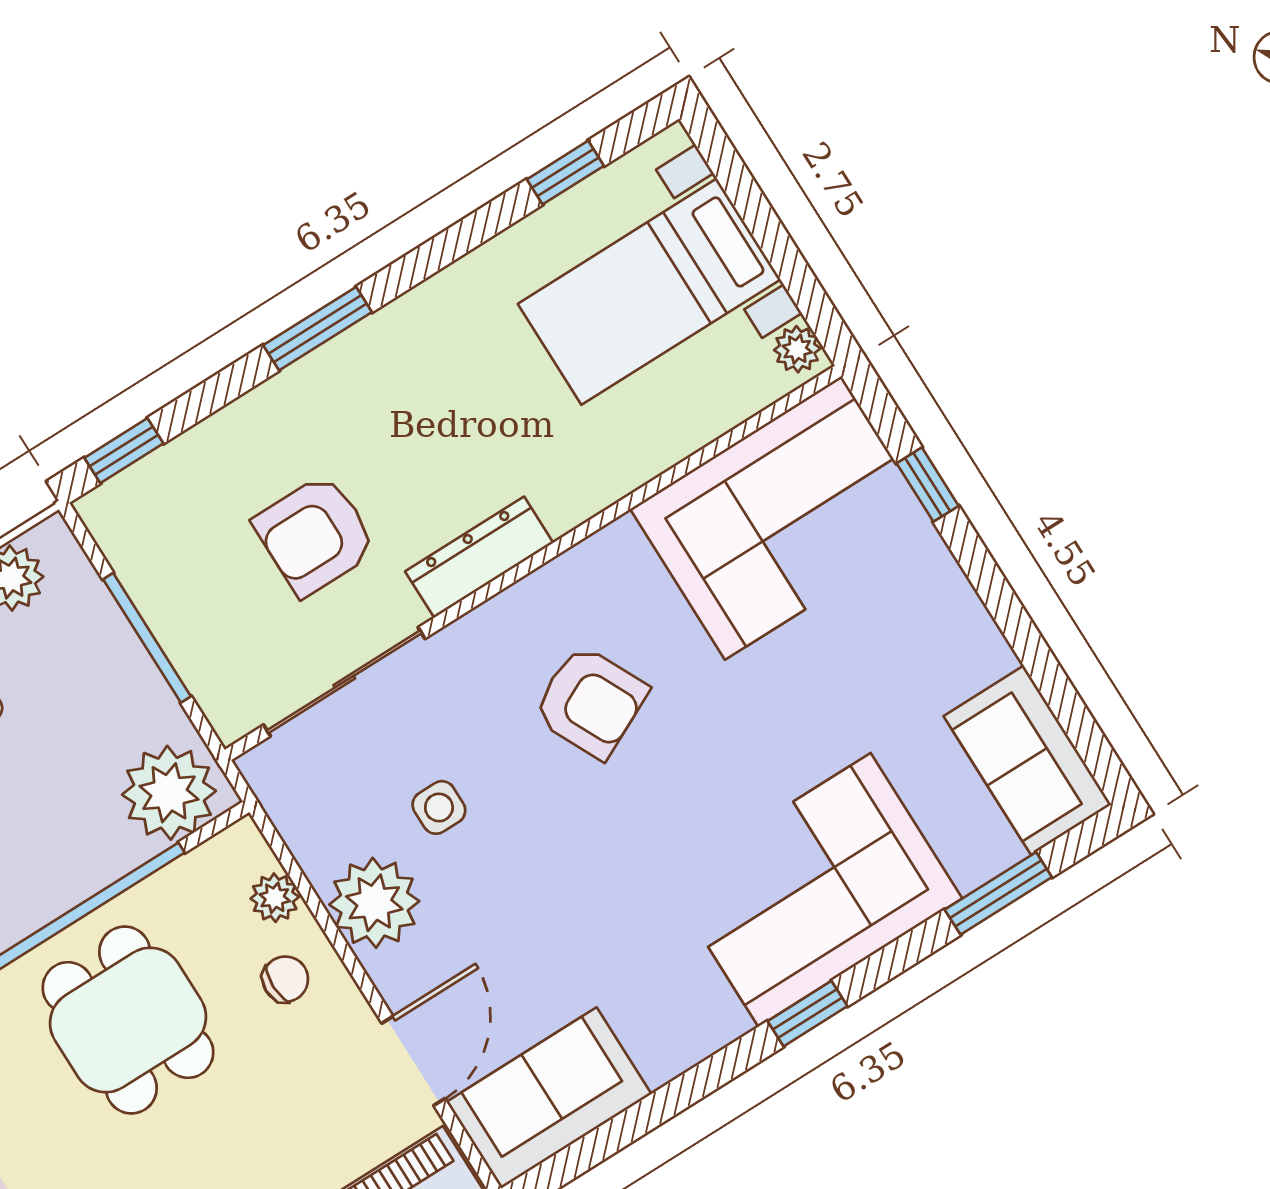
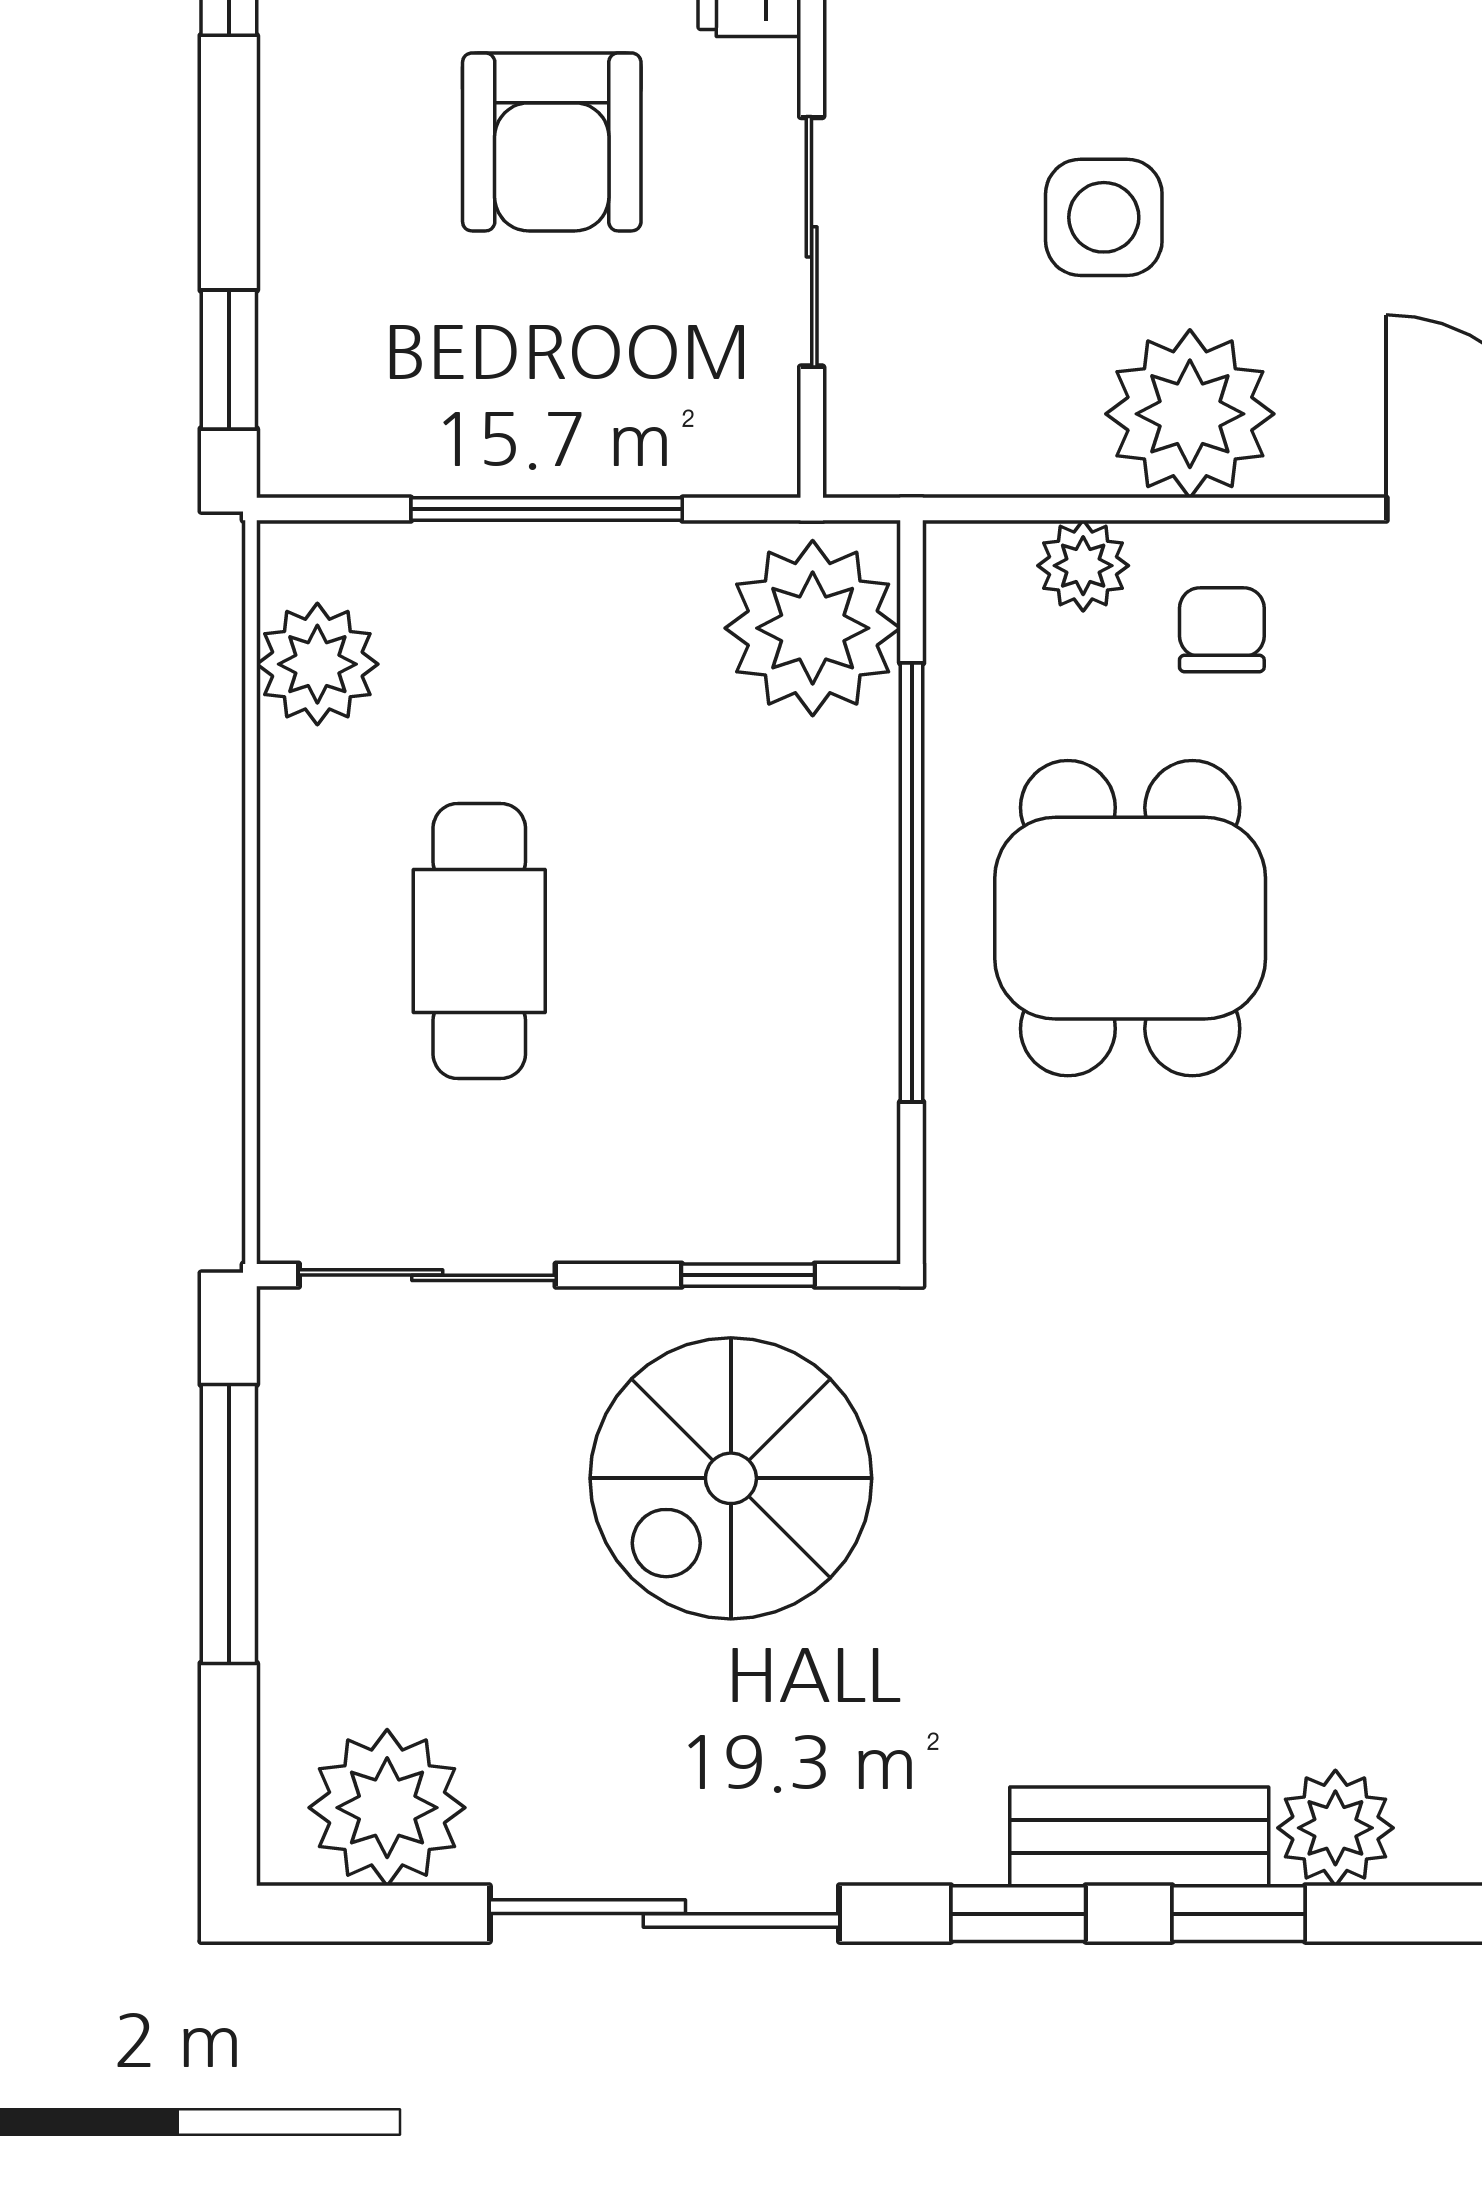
sliding door: (344, 682) -> (812, 242), width x0.73
side table: (439, 807) -> (1104, 217), width x1.37, depth x1.37
dining table: (128, 1020) -> (1130, 918), turned 90

